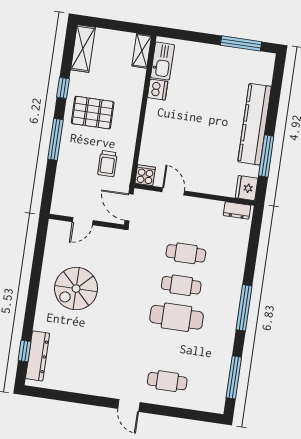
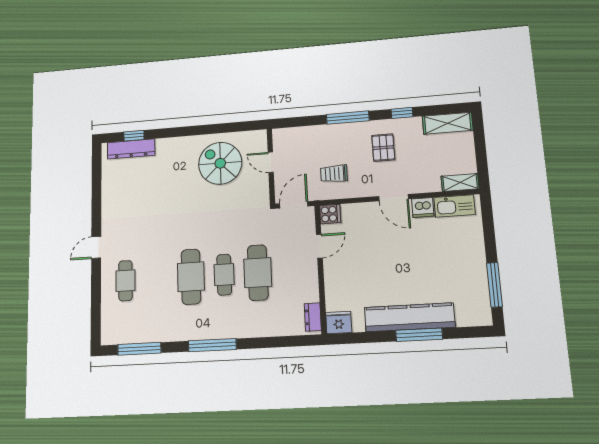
pallet: (93, 113) -> (383, 148), width x0.67, depth x0.71
door: (143, 114) -> (394, 198), added
window: (266, 156) -> (419, 335), moved
cafe table: (186, 253) -> (258, 273), width x1.37, depth x1.35
spiral stairs: (76, 289) -> (220, 163), moved

